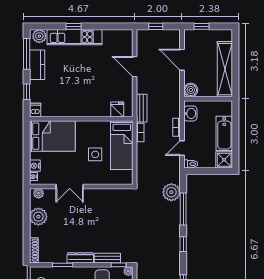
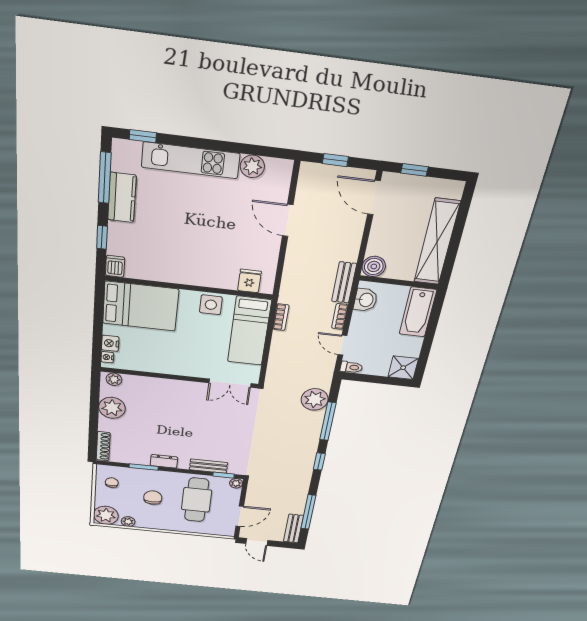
window: (74, 26) -> (143, 136), moved
plant: (39, 36) -> (252, 166), moved
door: (182, 60) -> (374, 198), moved
bench: (142, 108) -> (344, 283), moved
bathtub: (224, 133) -> (418, 312), moved
door: (182, 148) -> (342, 345), hinge flipped
side table: (95, 154) -> (211, 305), moved
double door: (70, 187) -> (230, 383), moved
dresser: (80, 258) -> (164, 461), width x0.70

